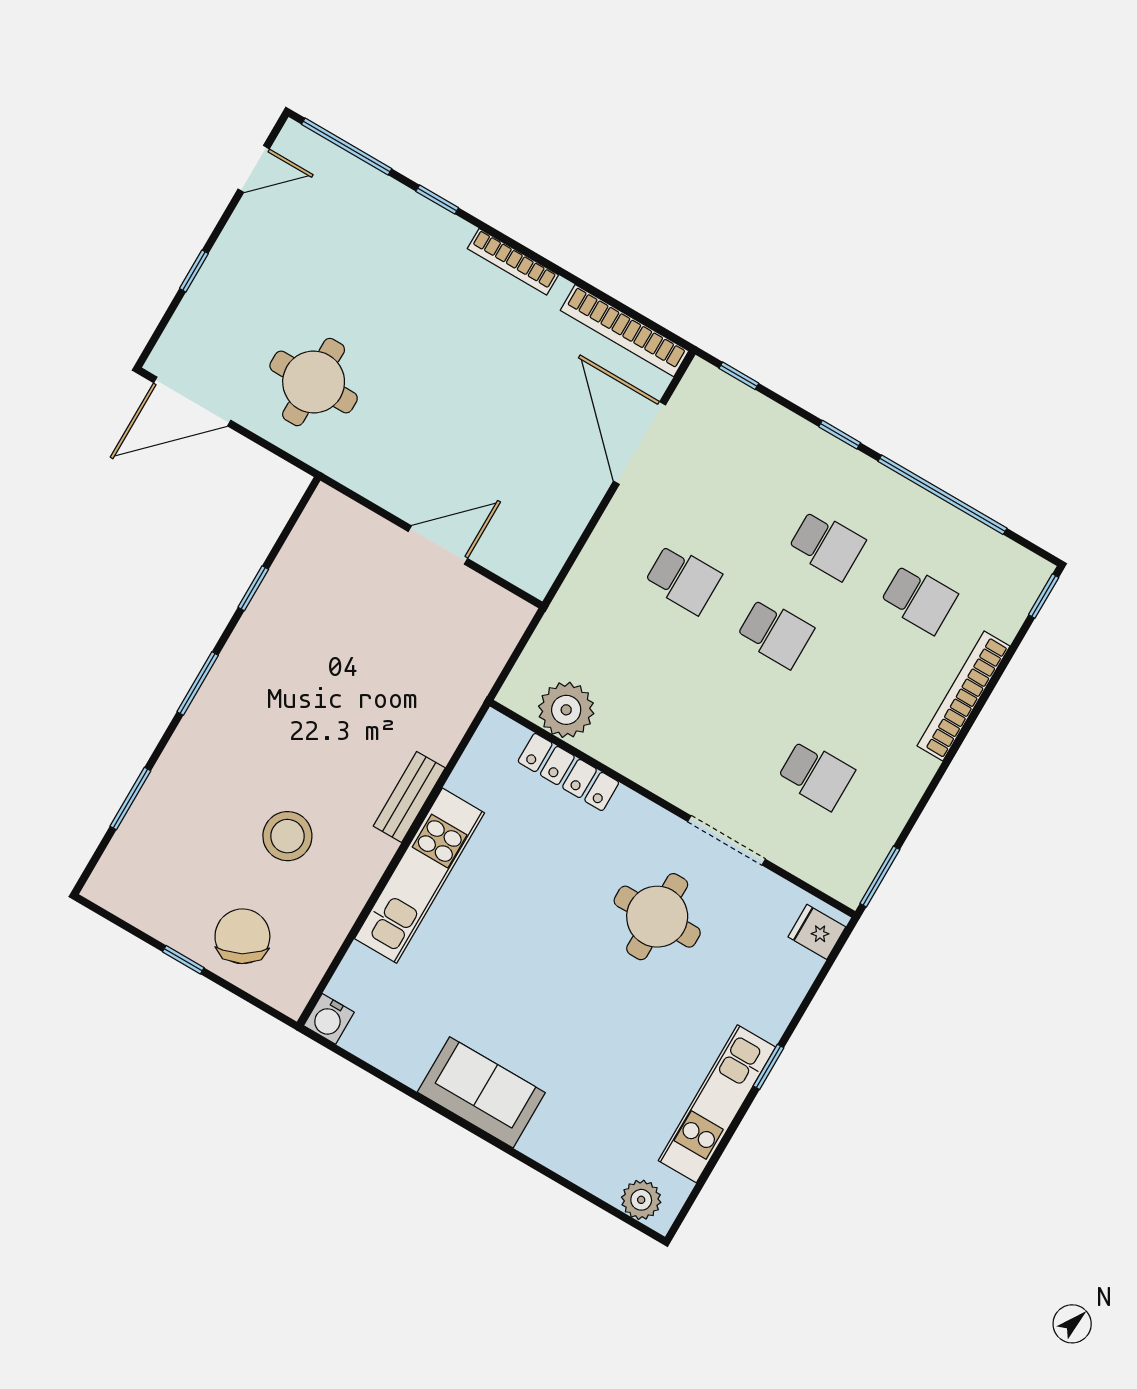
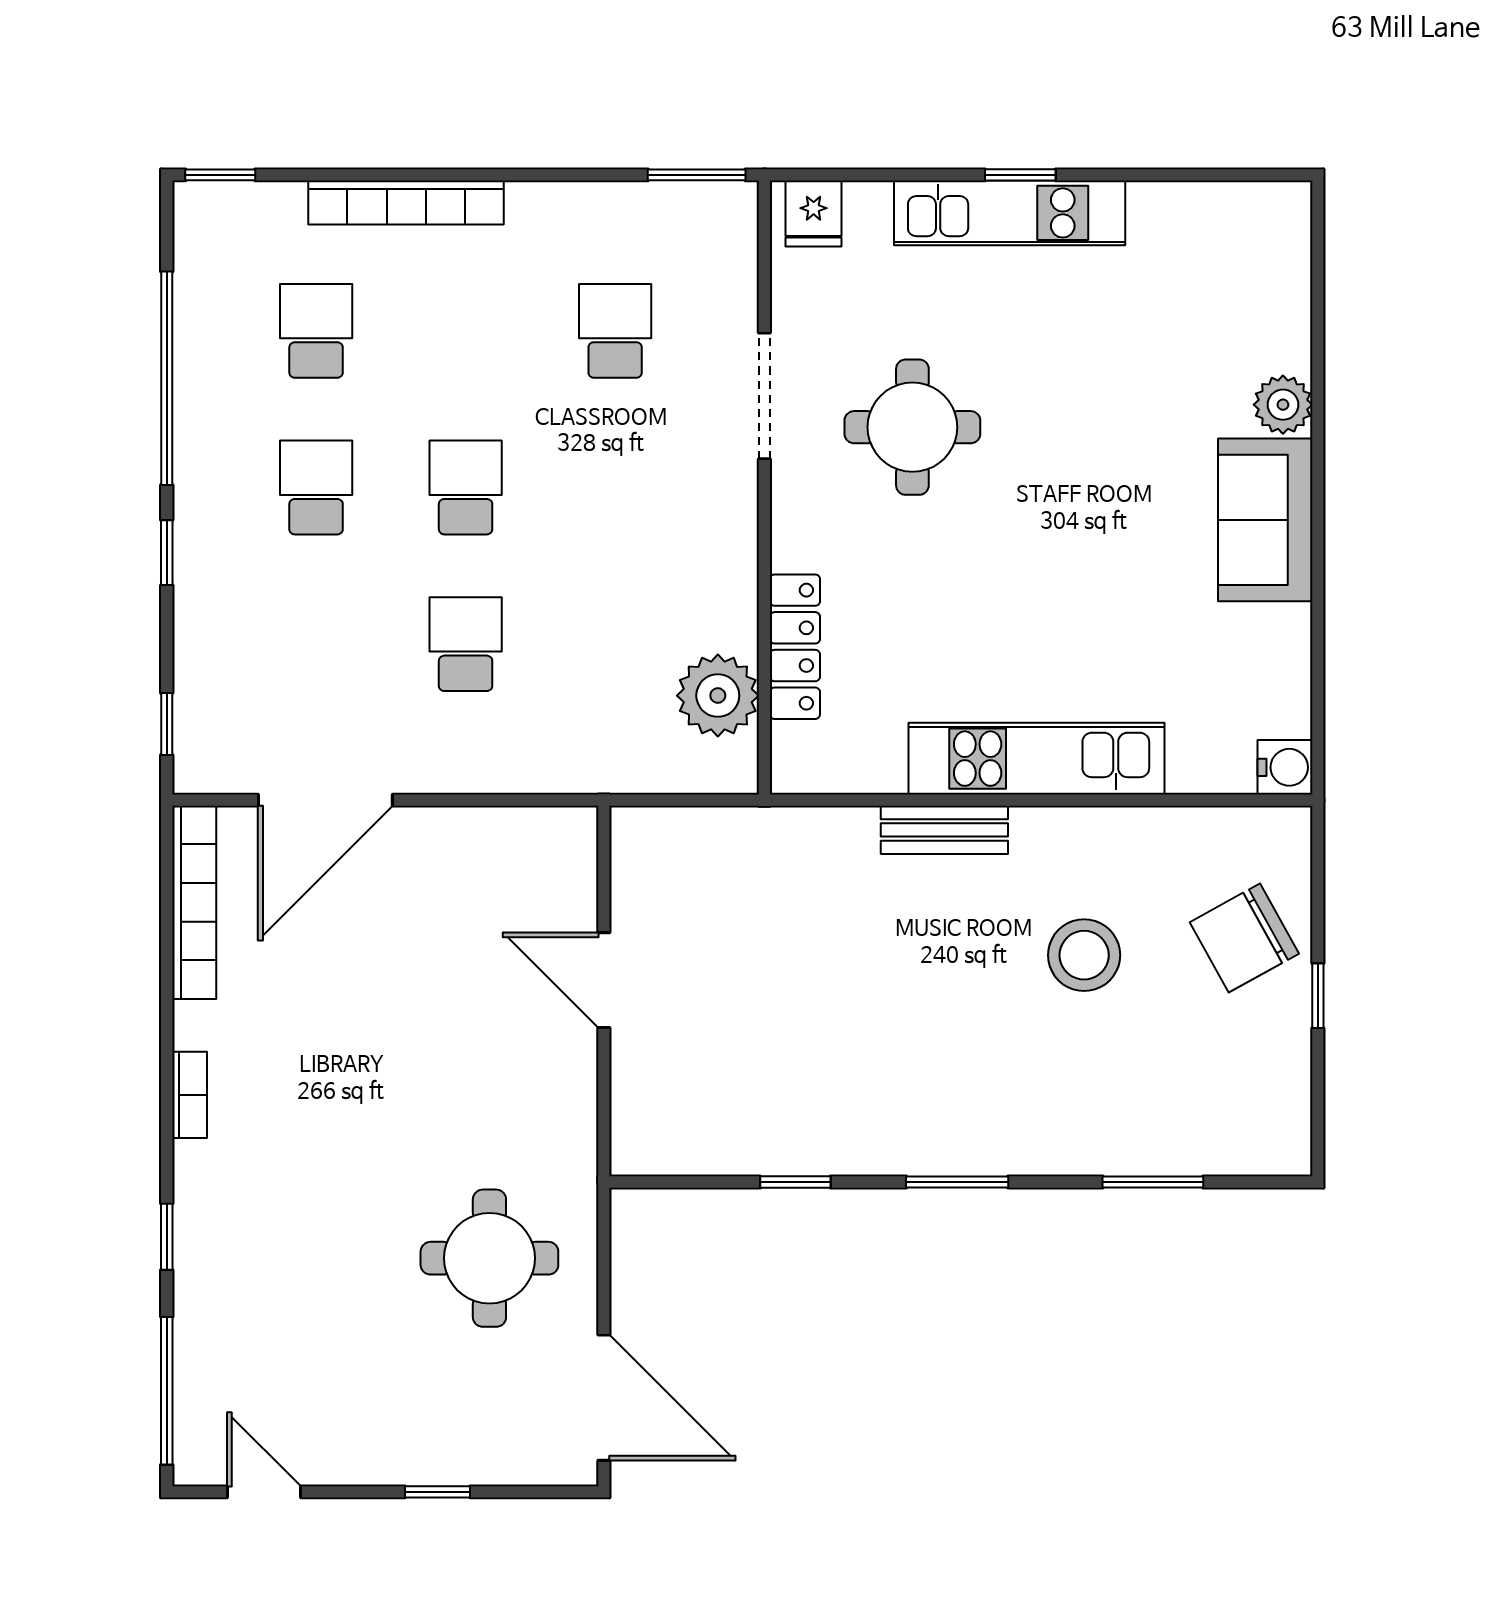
bookcase: (513, 262) -> (190, 1095), width x0.64
kitchen unit: (717, 1104) -> (1010, 213), moved
plant: (641, 1200) -> (1283, 405), moved

